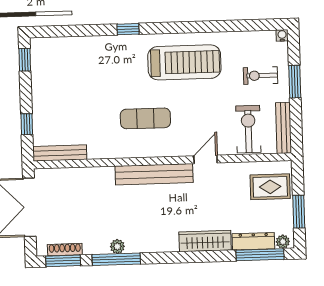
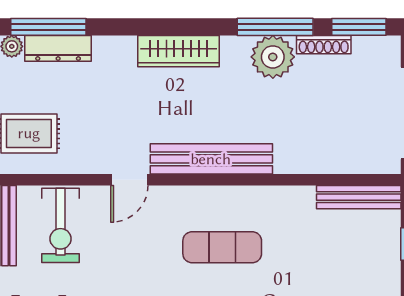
wardrobe: (205, 241) -> (179, 51), moved
plant: (117, 246) -> (273, 57), width x1.88, depth x1.88
shoe rack: (65, 250) -> (324, 45), moved

